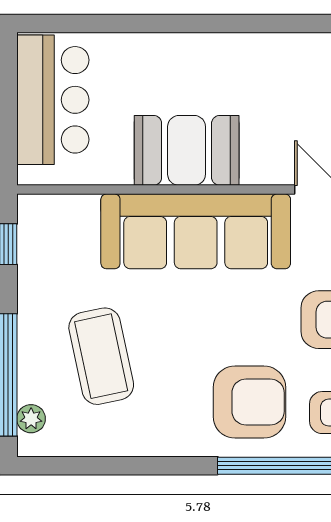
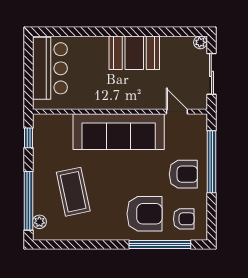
booth: (187, 150) -> (134, 53), moved

